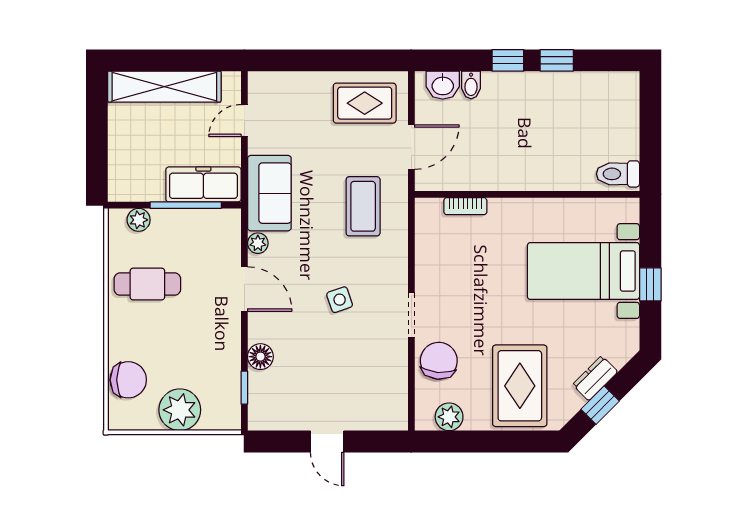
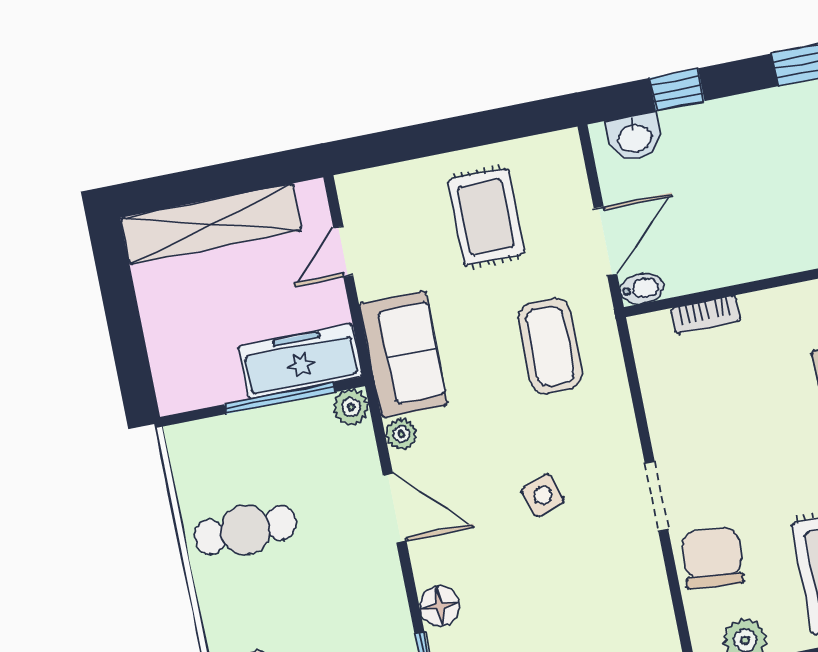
window: (508, 60) -> (677, 89), moved
bidet: (471, 85) -> (642, 289), moved, turned -90
rug: (365, 103) -> (486, 217), moved, turned 90
plant: (139, 220) -> (351, 407), moved

